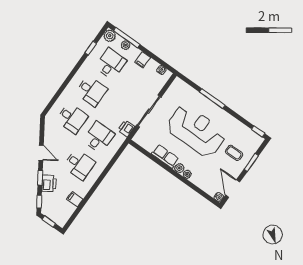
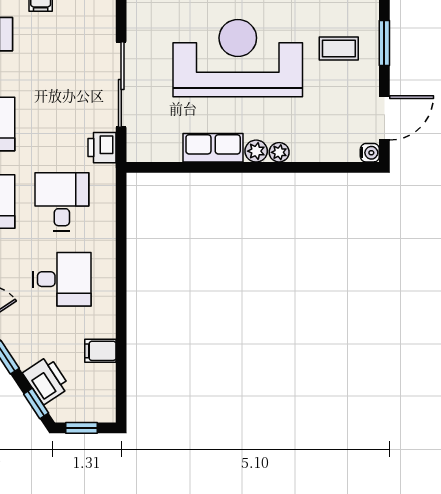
printer: (49, 183) -> (46, 380), moved
door: (233, 189) -> (384, 118), swing flipped

